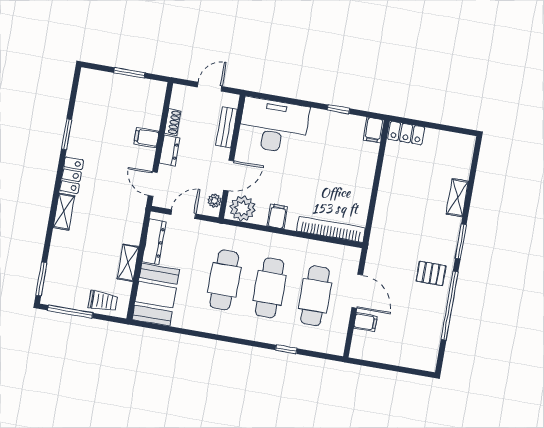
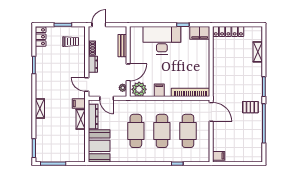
door: (210, 87) -> (99, 25), moved
desk: (274, 126) -> (162, 40), moved
filing cabinet: (374, 130) -> (200, 33), width x2.00
locker: (406, 133) -> (228, 31), width x1.53
filing cabinet: (146, 138) -> (79, 103), moved
locker: (71, 175) -> (41, 37), moved
shelving: (457, 198) -> (258, 52), moved
door: (183, 214) -> (107, 98), swing flipped
shelving: (128, 263) -> (81, 119), moved
door: (357, 291) -> (211, 112), moved
trolley: (103, 301) -> (71, 42), moved
filing cabinet: (365, 322) -> (219, 156), moved

